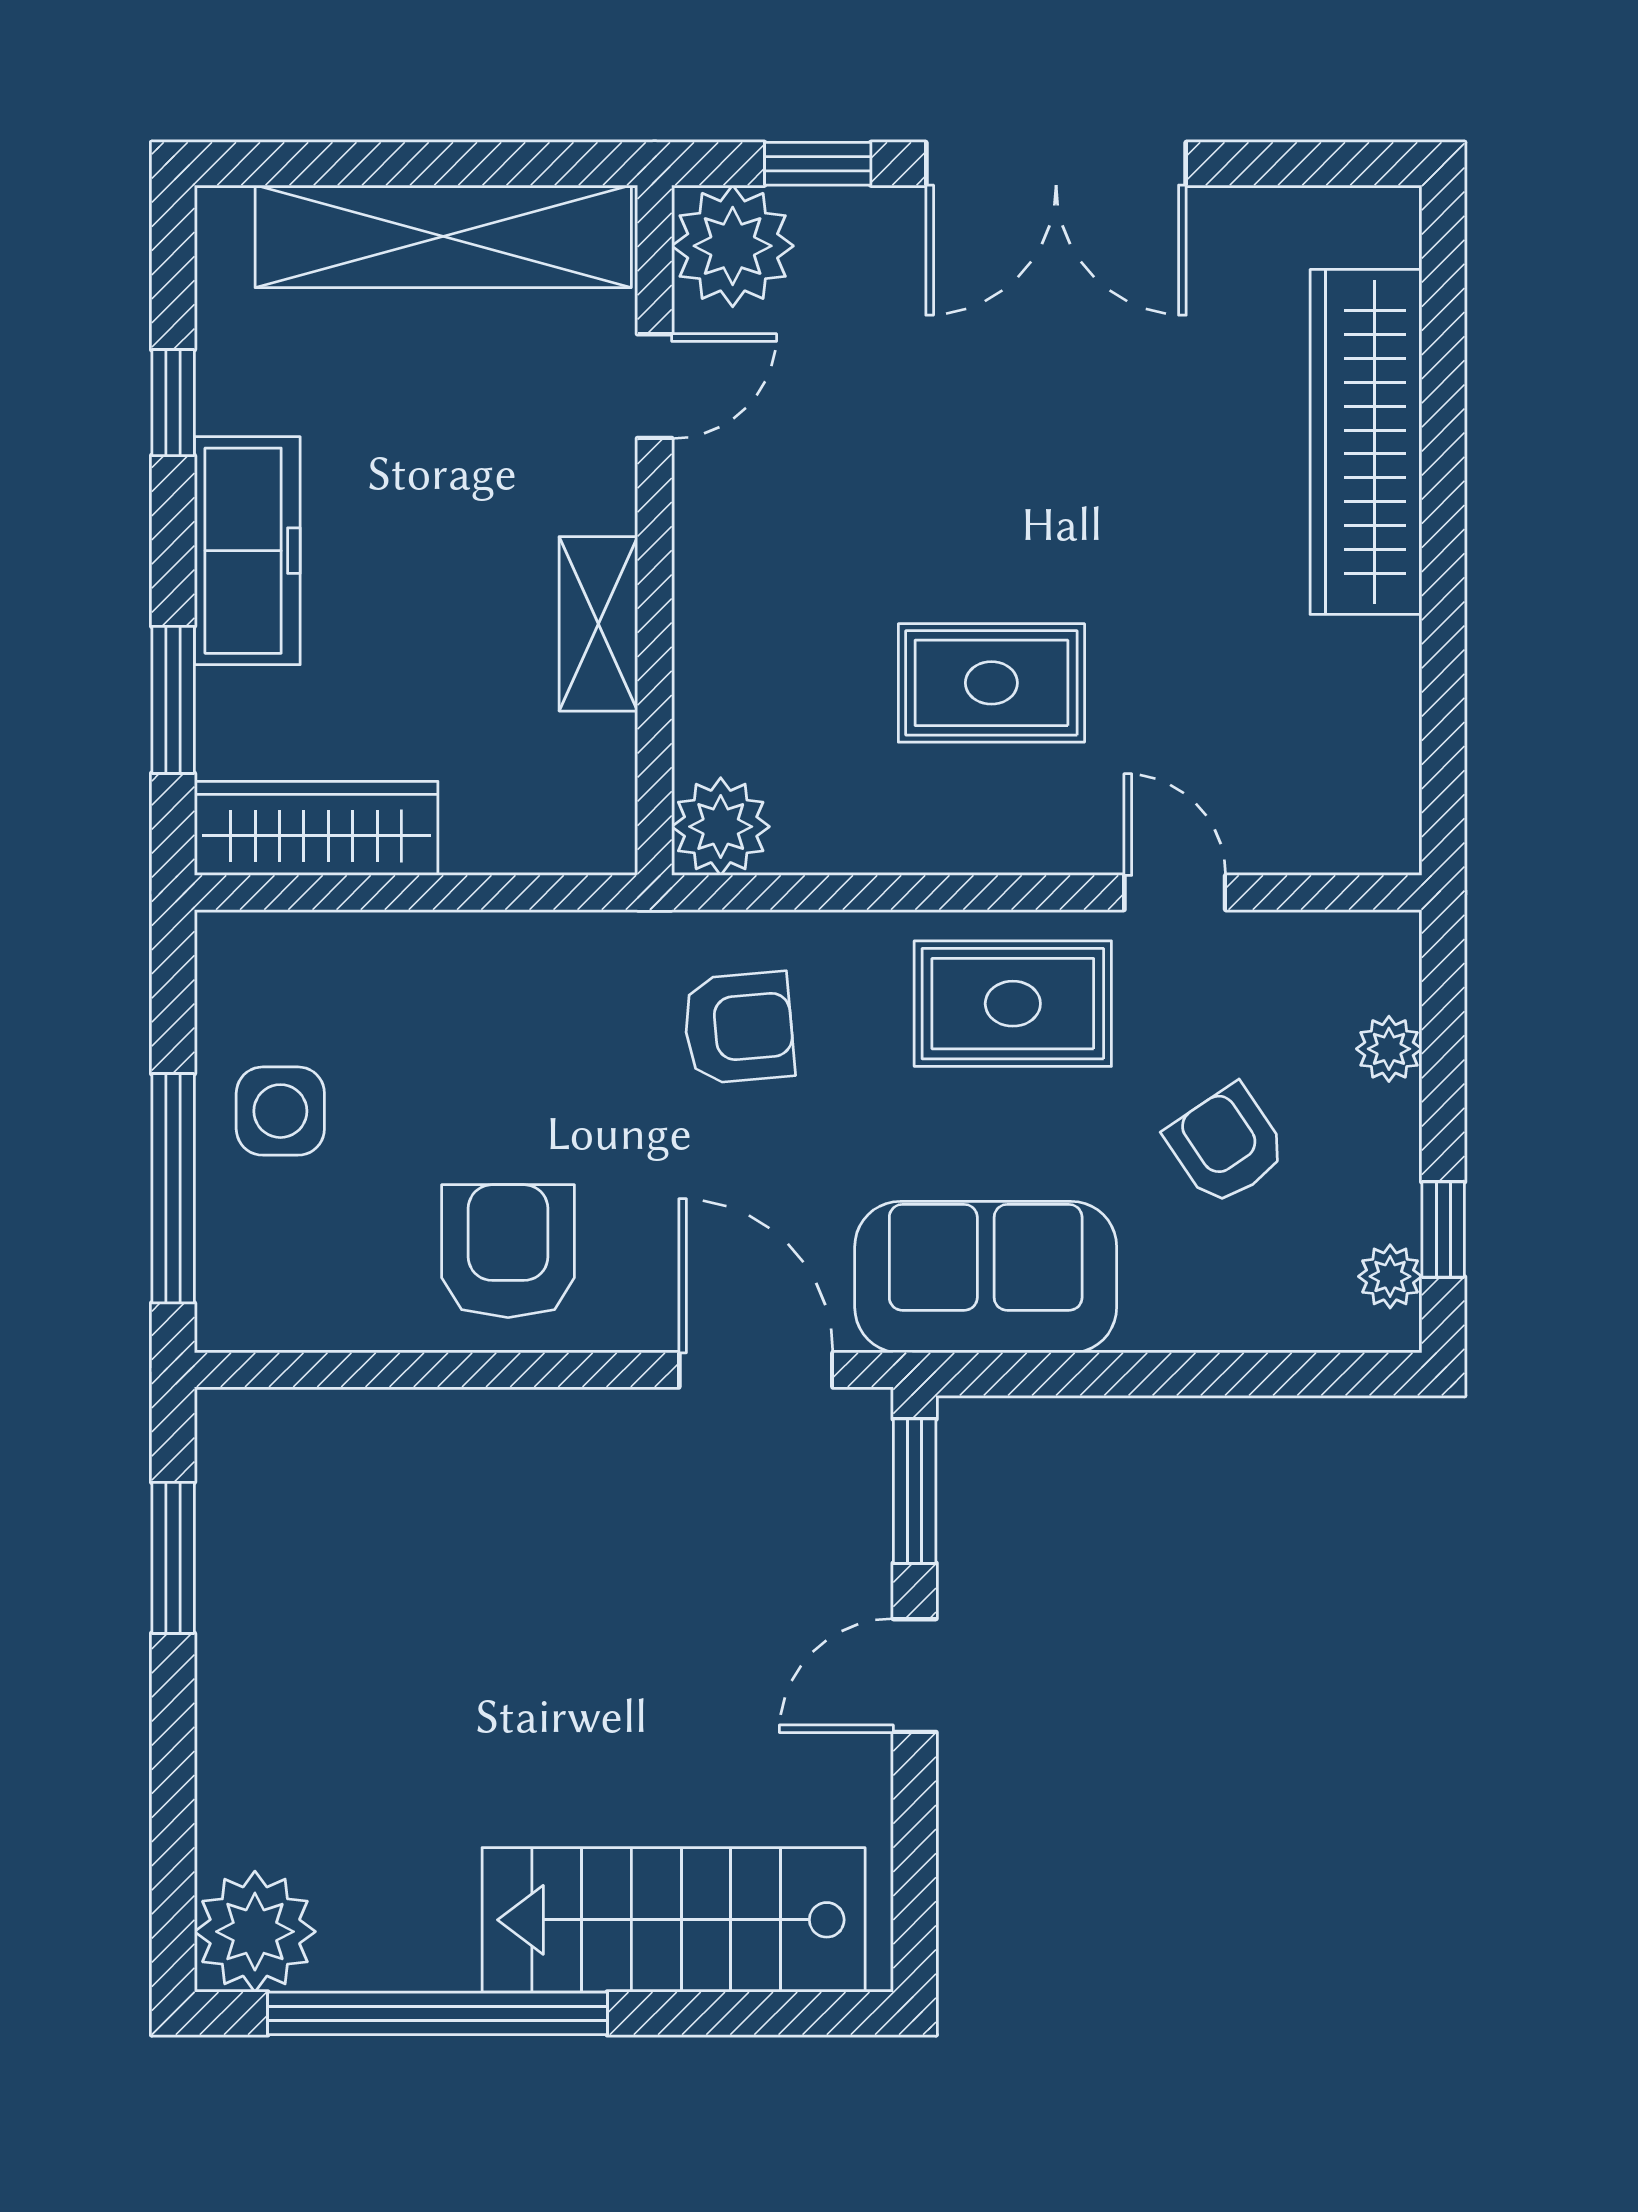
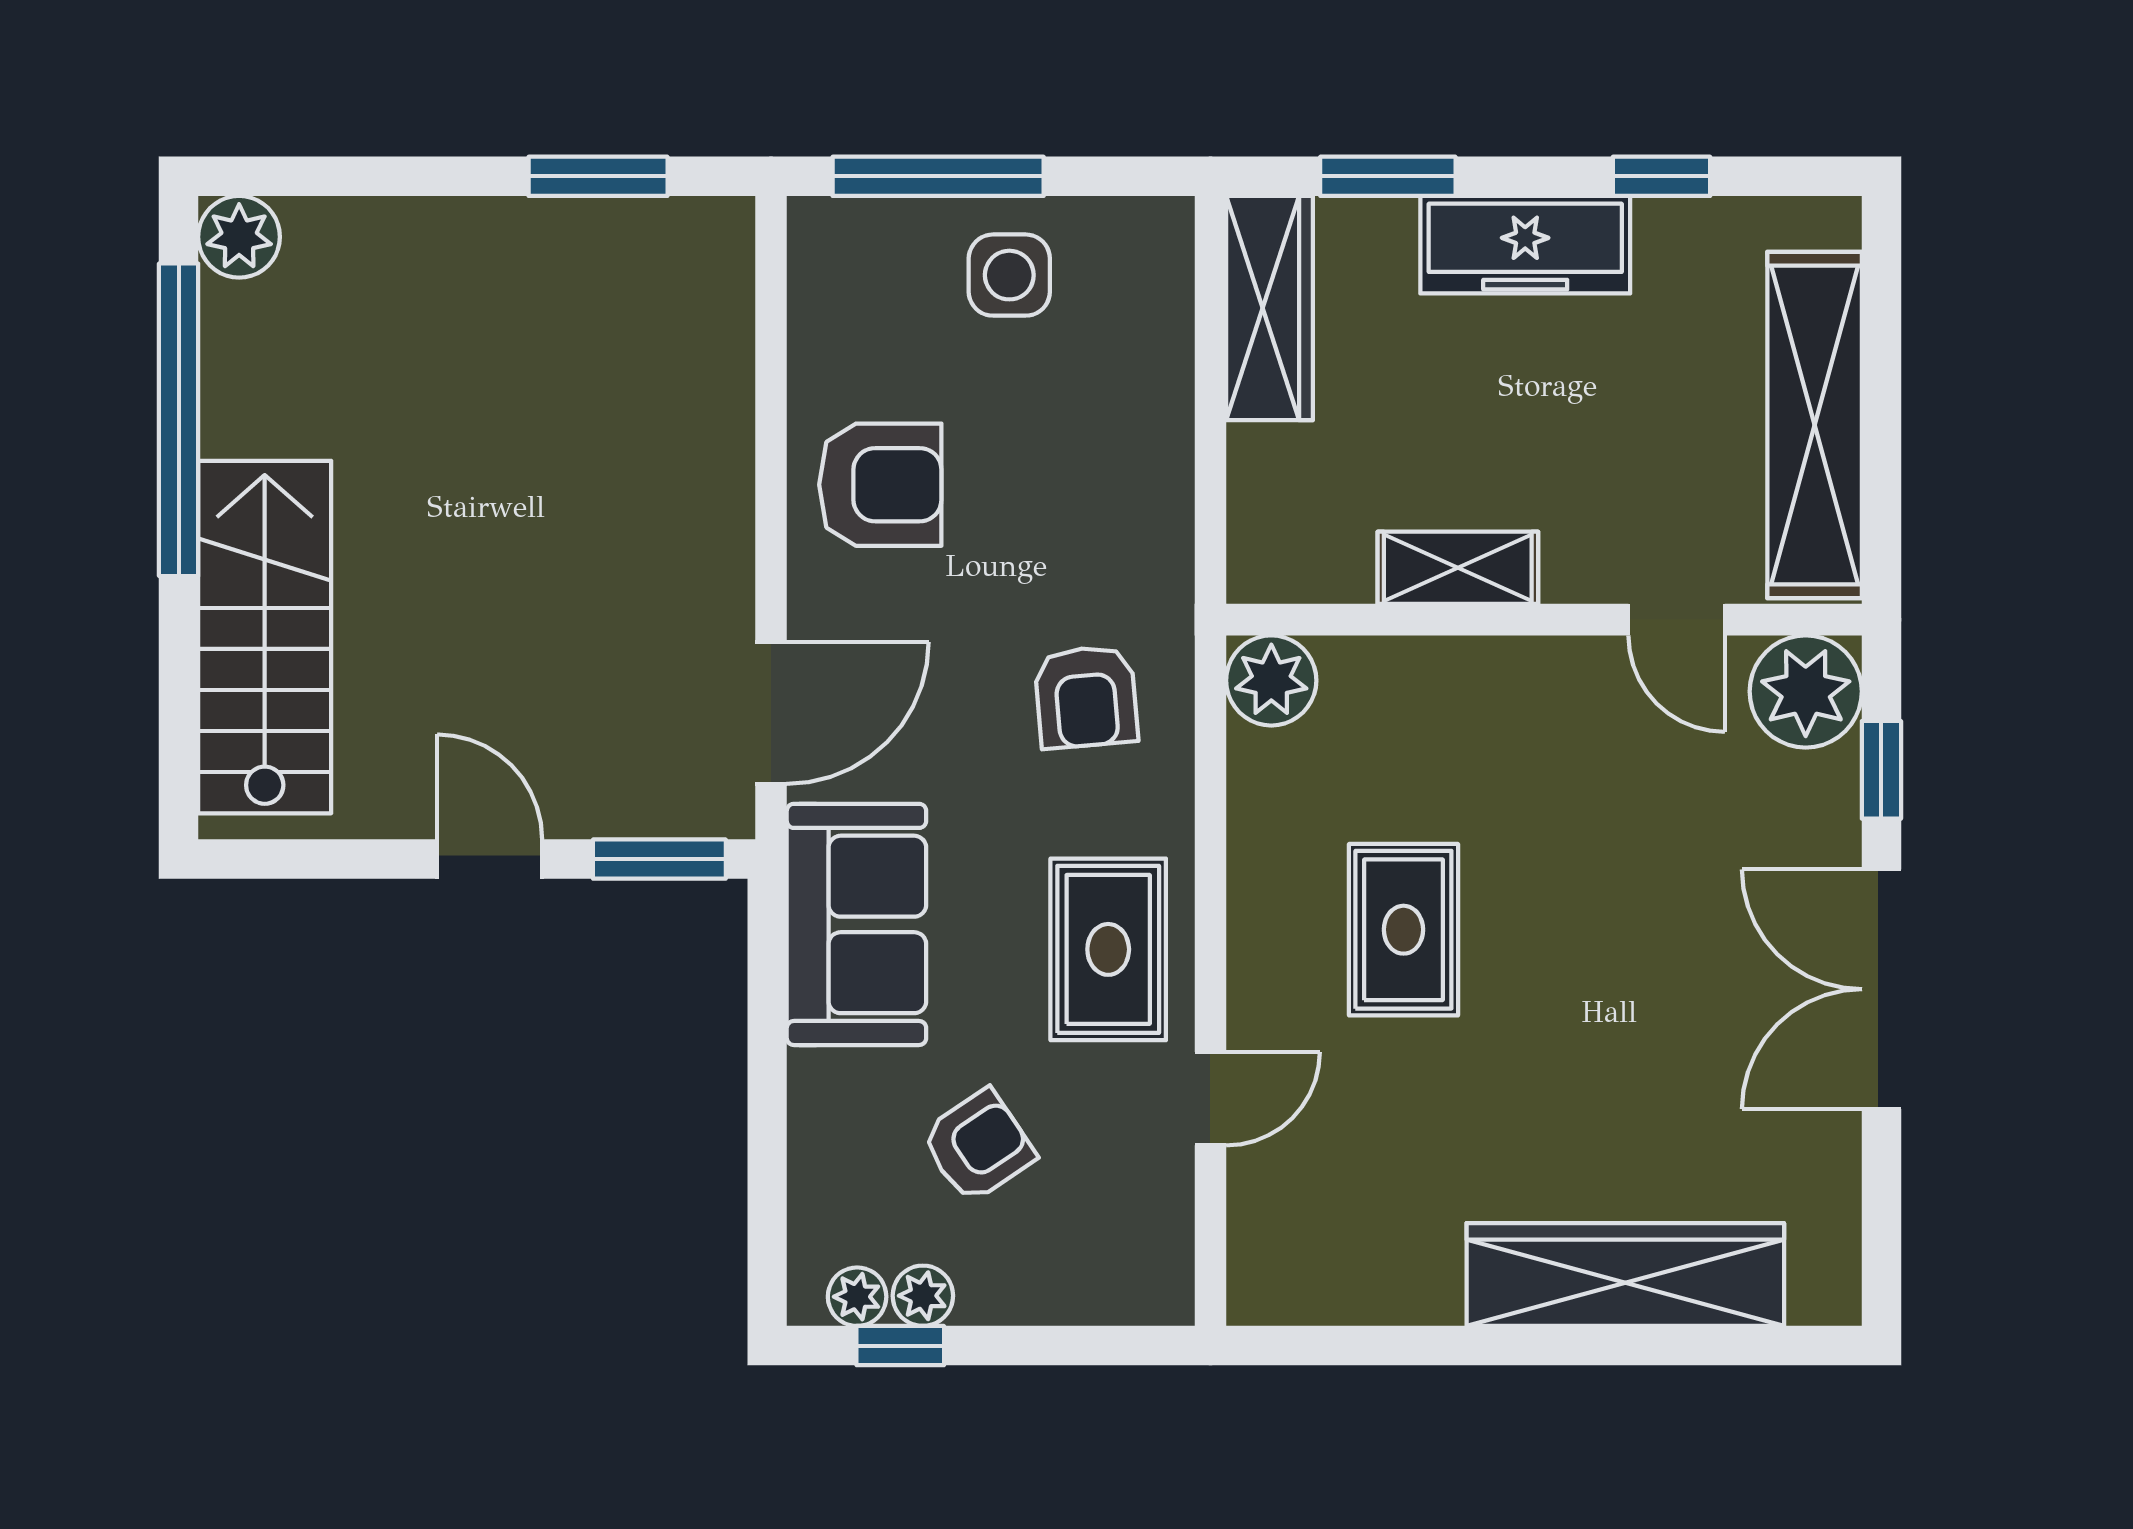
plant: (1389, 1049) -> (923, 1296), moved
plant: (255, 1932) -> (239, 237), width x0.73, depth x0.73

